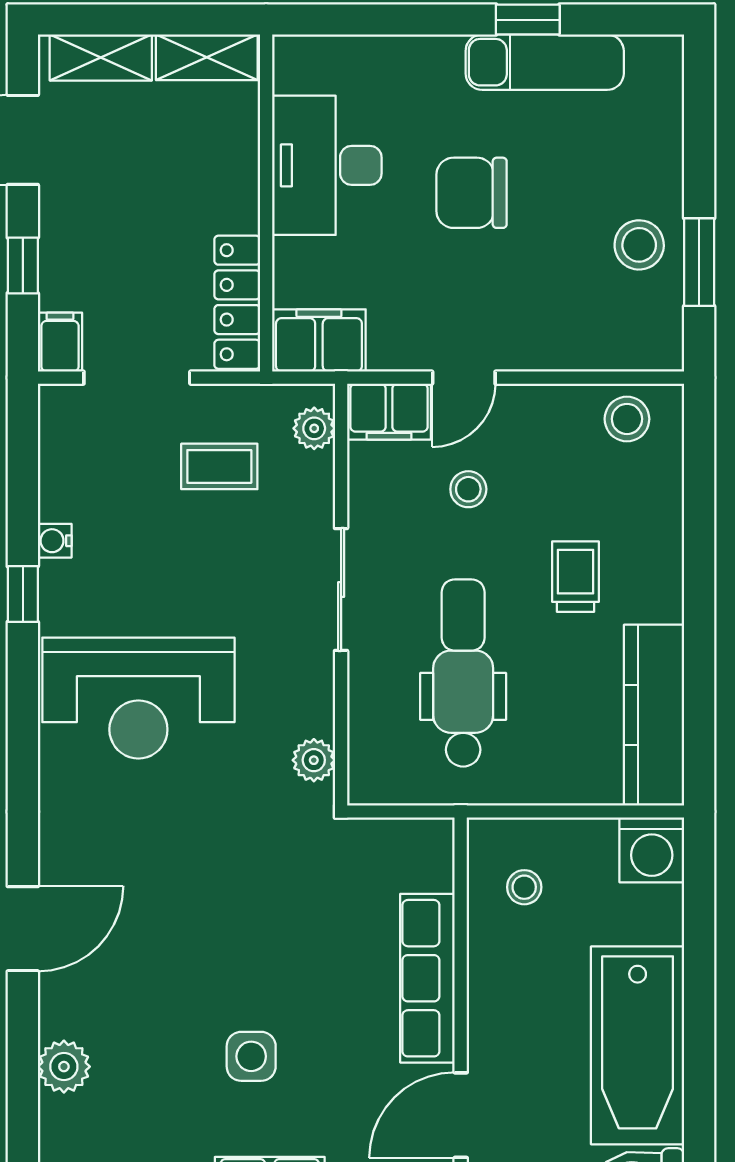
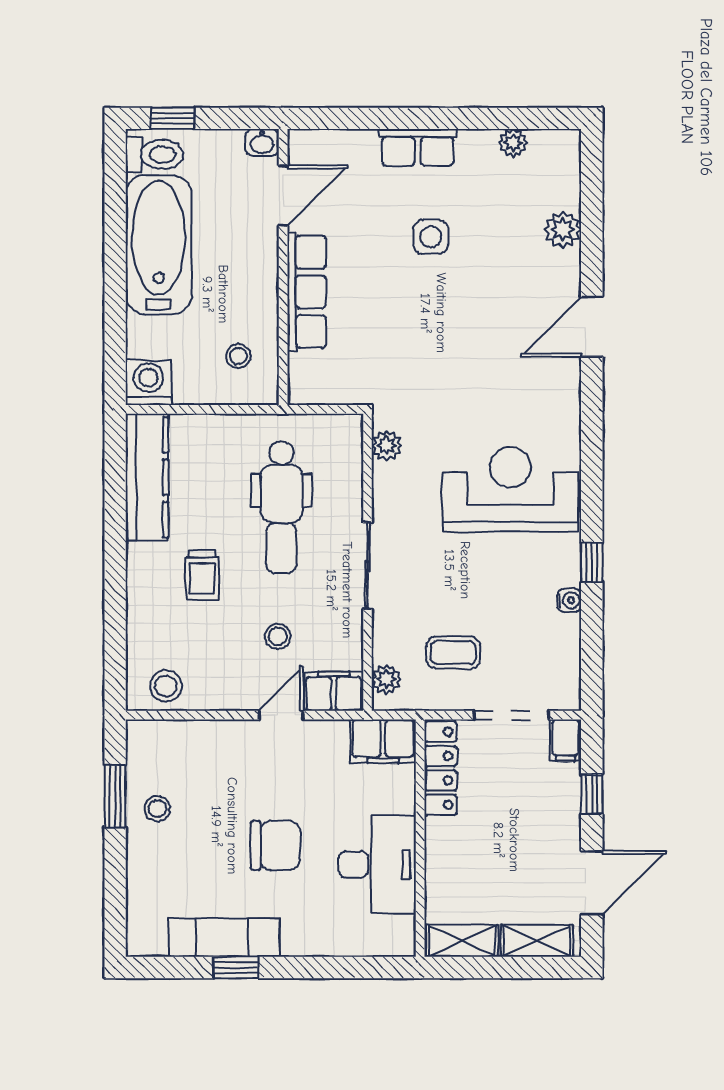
stool: (639, 245) -> (157, 809), width x0.73, depth x0.73

